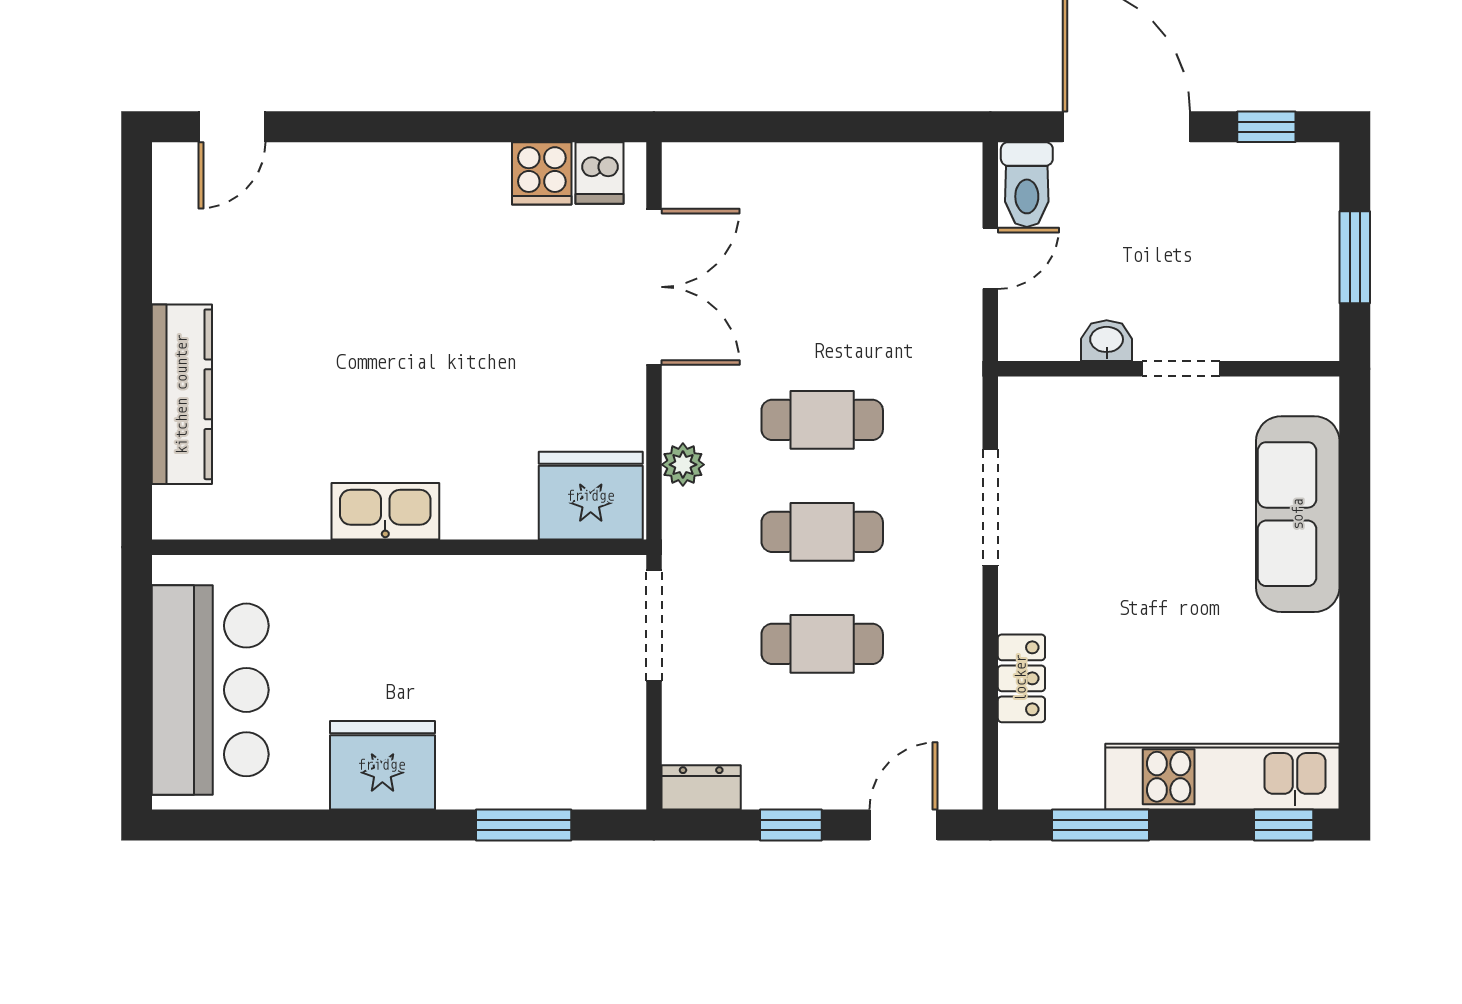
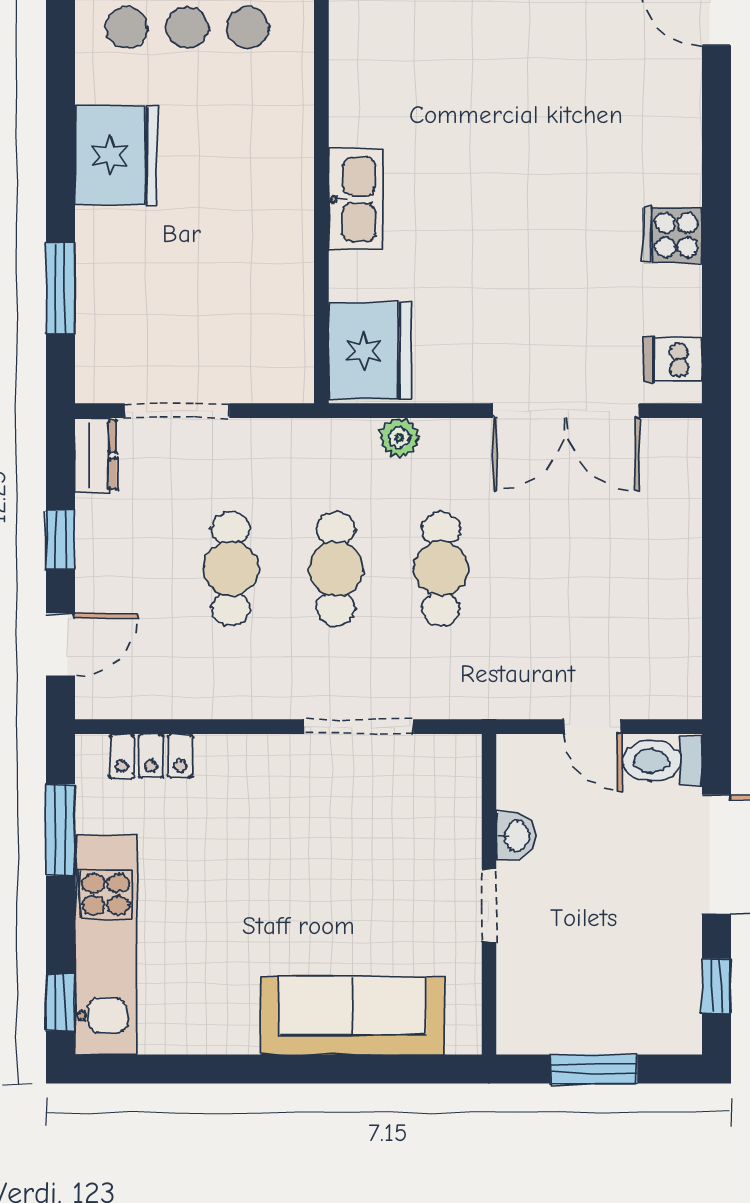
cooker: (542, 173) -> (673, 235), moved
kitchen sink: (385, 511) -> (355, 199), moved
doorway: (654, 625) -> (177, 411), moved
locker: (1021, 678) -> (151, 756), moved
door: (903, 825) -> (60, 645), hinge flipped

